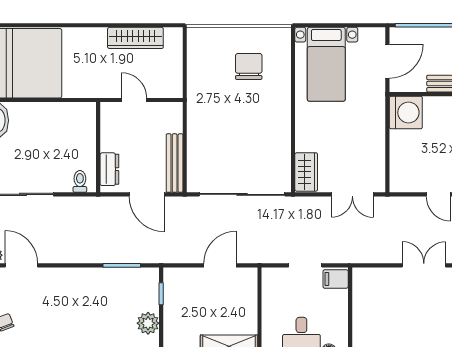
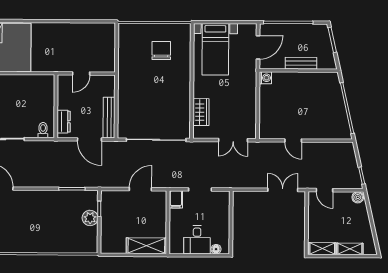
wardrobe: (135, 38) -> (82, 30), removed
door: (134, 100) -> (81, 73), swing flipped
washing machine: (406, 113) -> (265, 78), width x0.53, depth x0.53
wardrobe: (306, 172) -> (201, 112), moved
filing cabinet: (336, 279) -> (176, 199), moved, turned -90
plant: (148, 323) -> (90, 218), moved

